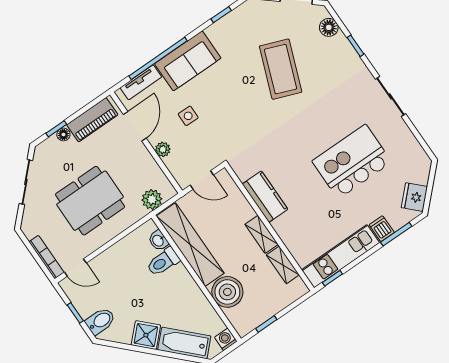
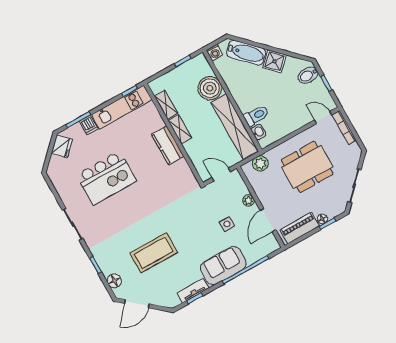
coffee table: (281, 69) -> (154, 253), turned 69
tv unit: (141, 82) -> (193, 290), moved
kitchen counter: (265, 197) -> (168, 145), moved

